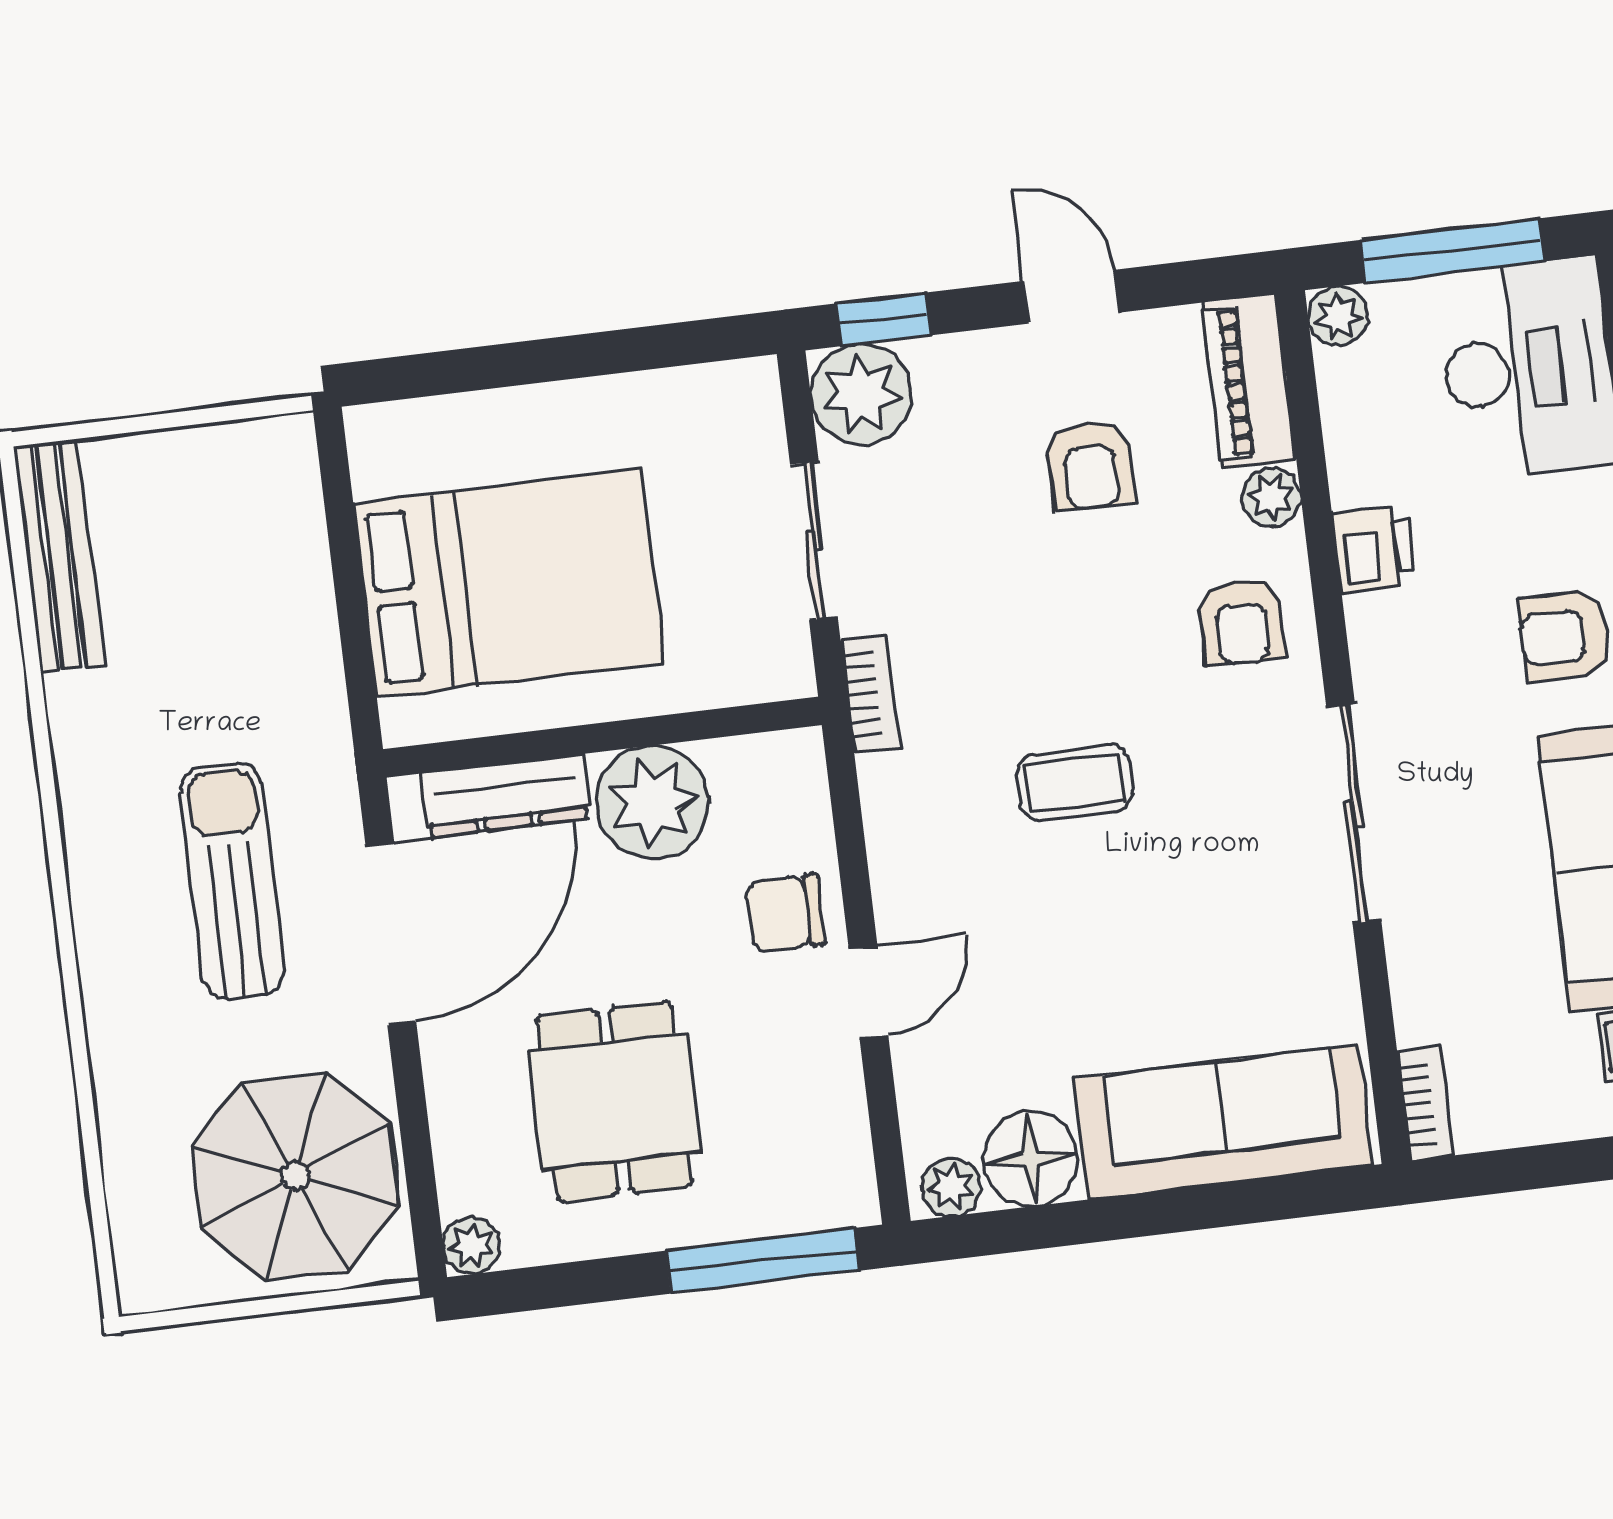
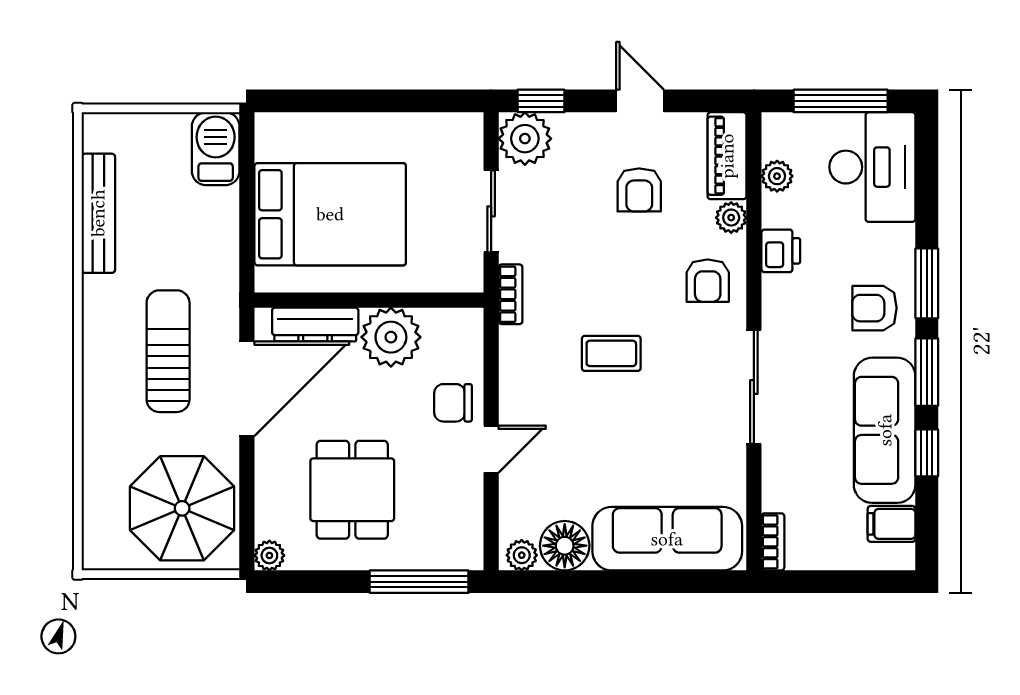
plant: (1338, 316) -> (777, 176), moved
barbecue: (276, 485) -> (216, 149), added
bench: (59, 556) -> (98, 213), moved

